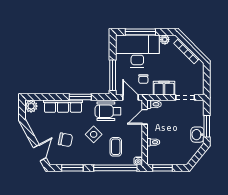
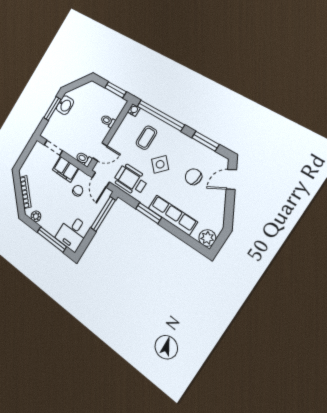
desk: (137, 51) -> (72, 233), width x0.53, depth x0.77
wheelchair: (108, 111) -> (131, 180), turned 180

